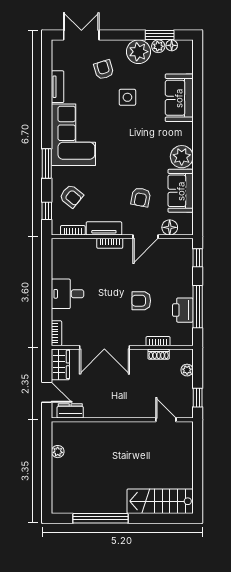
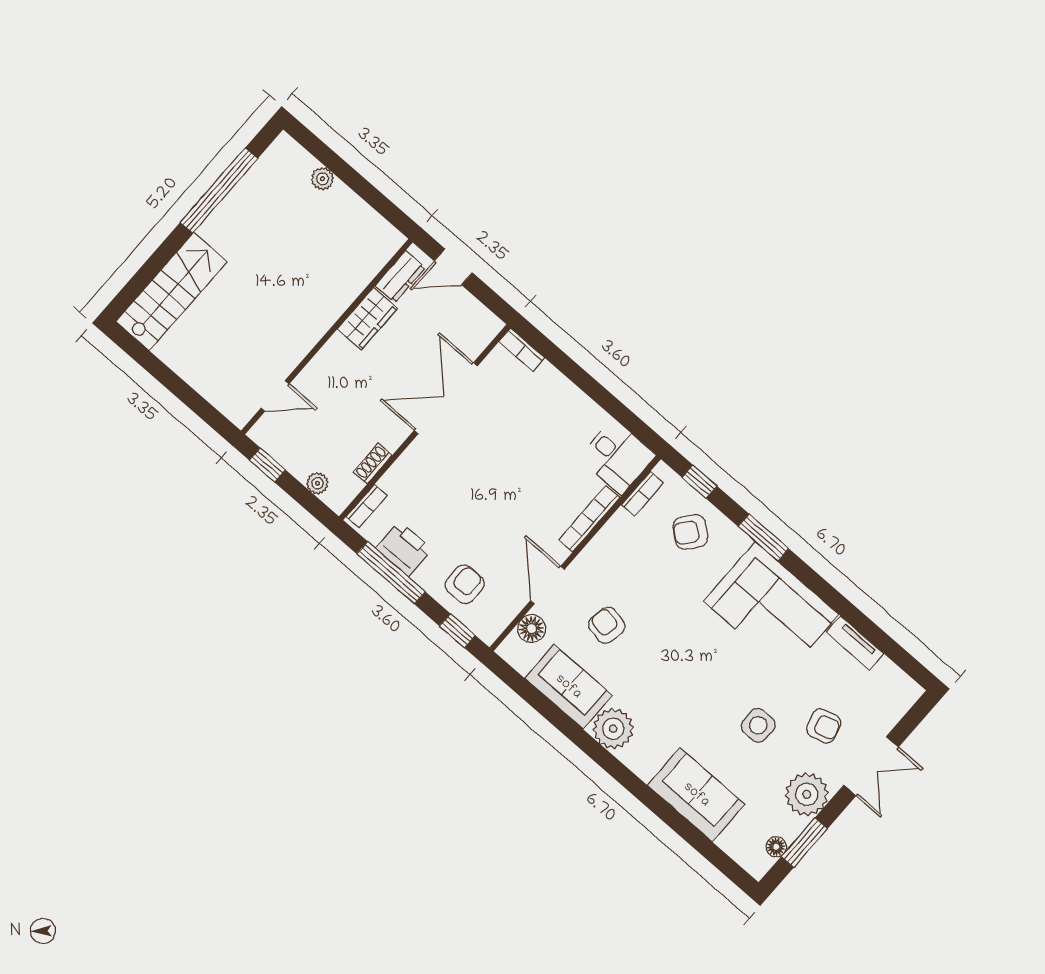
double door: (81, 35) -> (871, 766), moved
plant: (158, 46) -> (791, 828), removed
tv unit: (104, 228) -> (608, 538), removed
bookcase: (110, 243) -> (589, 519), width x1.56
desk: (68, 294) -> (617, 457), moved, turned 90
armchair: (141, 301) -> (465, 584), moved
bookcase: (158, 341) -> (367, 506), moved
wardrobe: (60, 364) -> (367, 319), moved, turned -90
plant: (58, 452) -> (322, 179), moved

